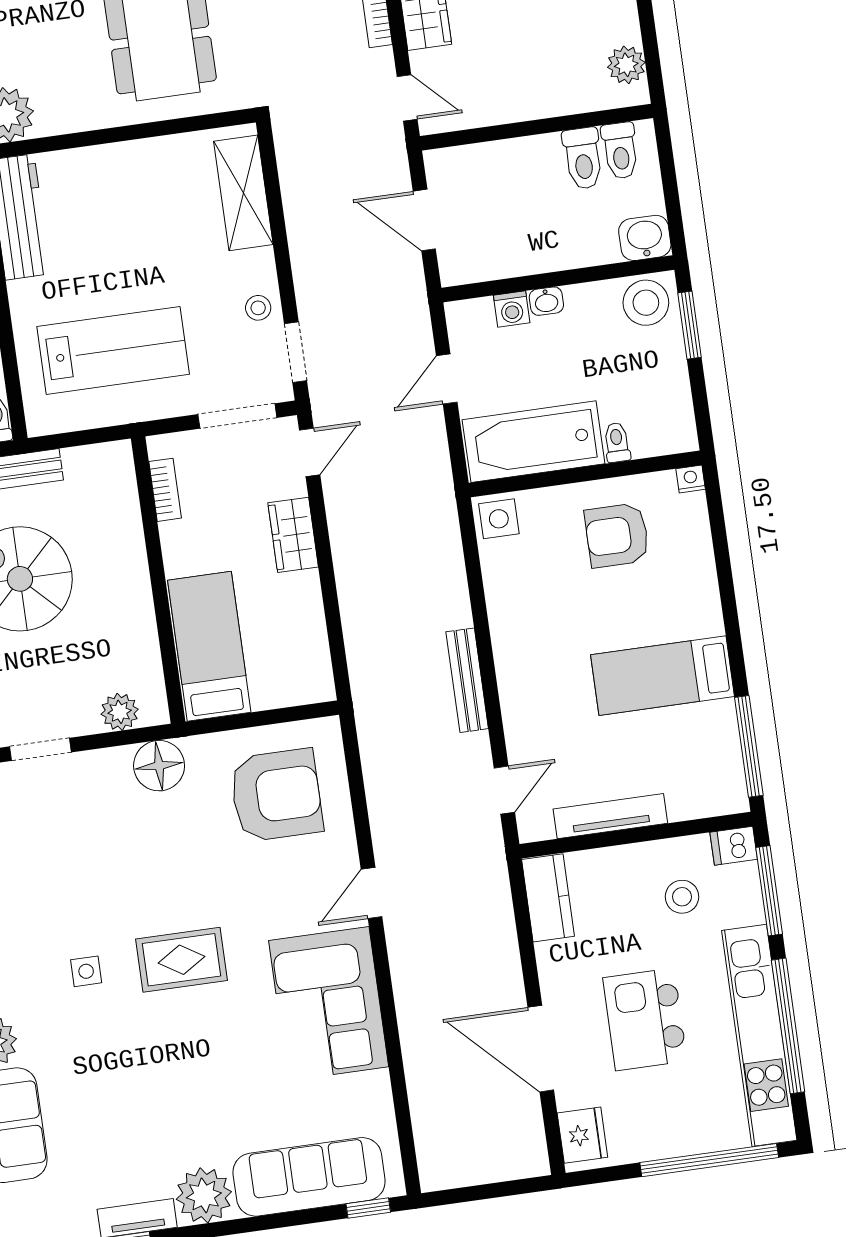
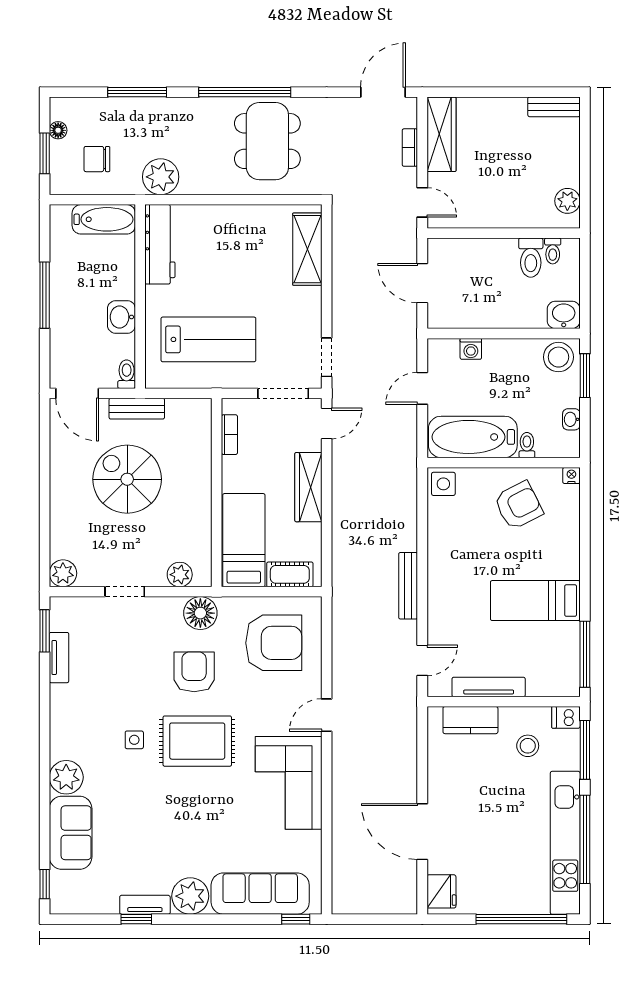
toilet: (620, 151) -> (553, 251), width x0.73, depth x0.72
washbasin: (546, 301) -> (571, 419), moved, turned 90
stool: (258, 308) -> (306, 325), removed
wardrobe: (293, 535) -> (308, 487), width x1.50
armchair: (617, 535) -> (518, 505), turned 153
cot: (286, 688) -> (290, 574), added
armchair: (162, 856) -> (194, 672), added
kitchen counter: (548, 898) -> (470, 720), moved, turned 90
rug: (182, 960) -> (197, 741), width x1.36, depth x1.43
kitchen island: (645, 1019) -> (492, 822), removed

